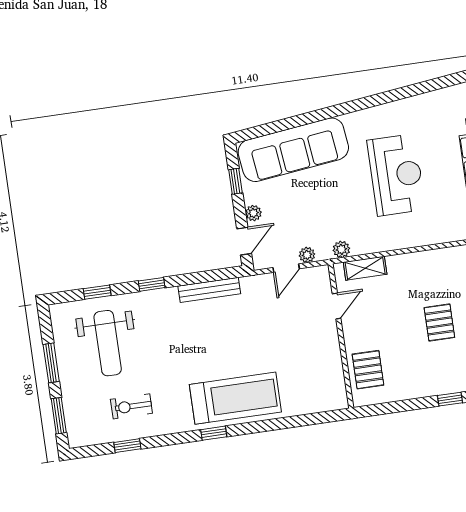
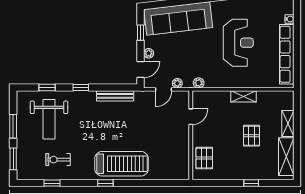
shelving: (365, 268) -> (244, 96), moved

